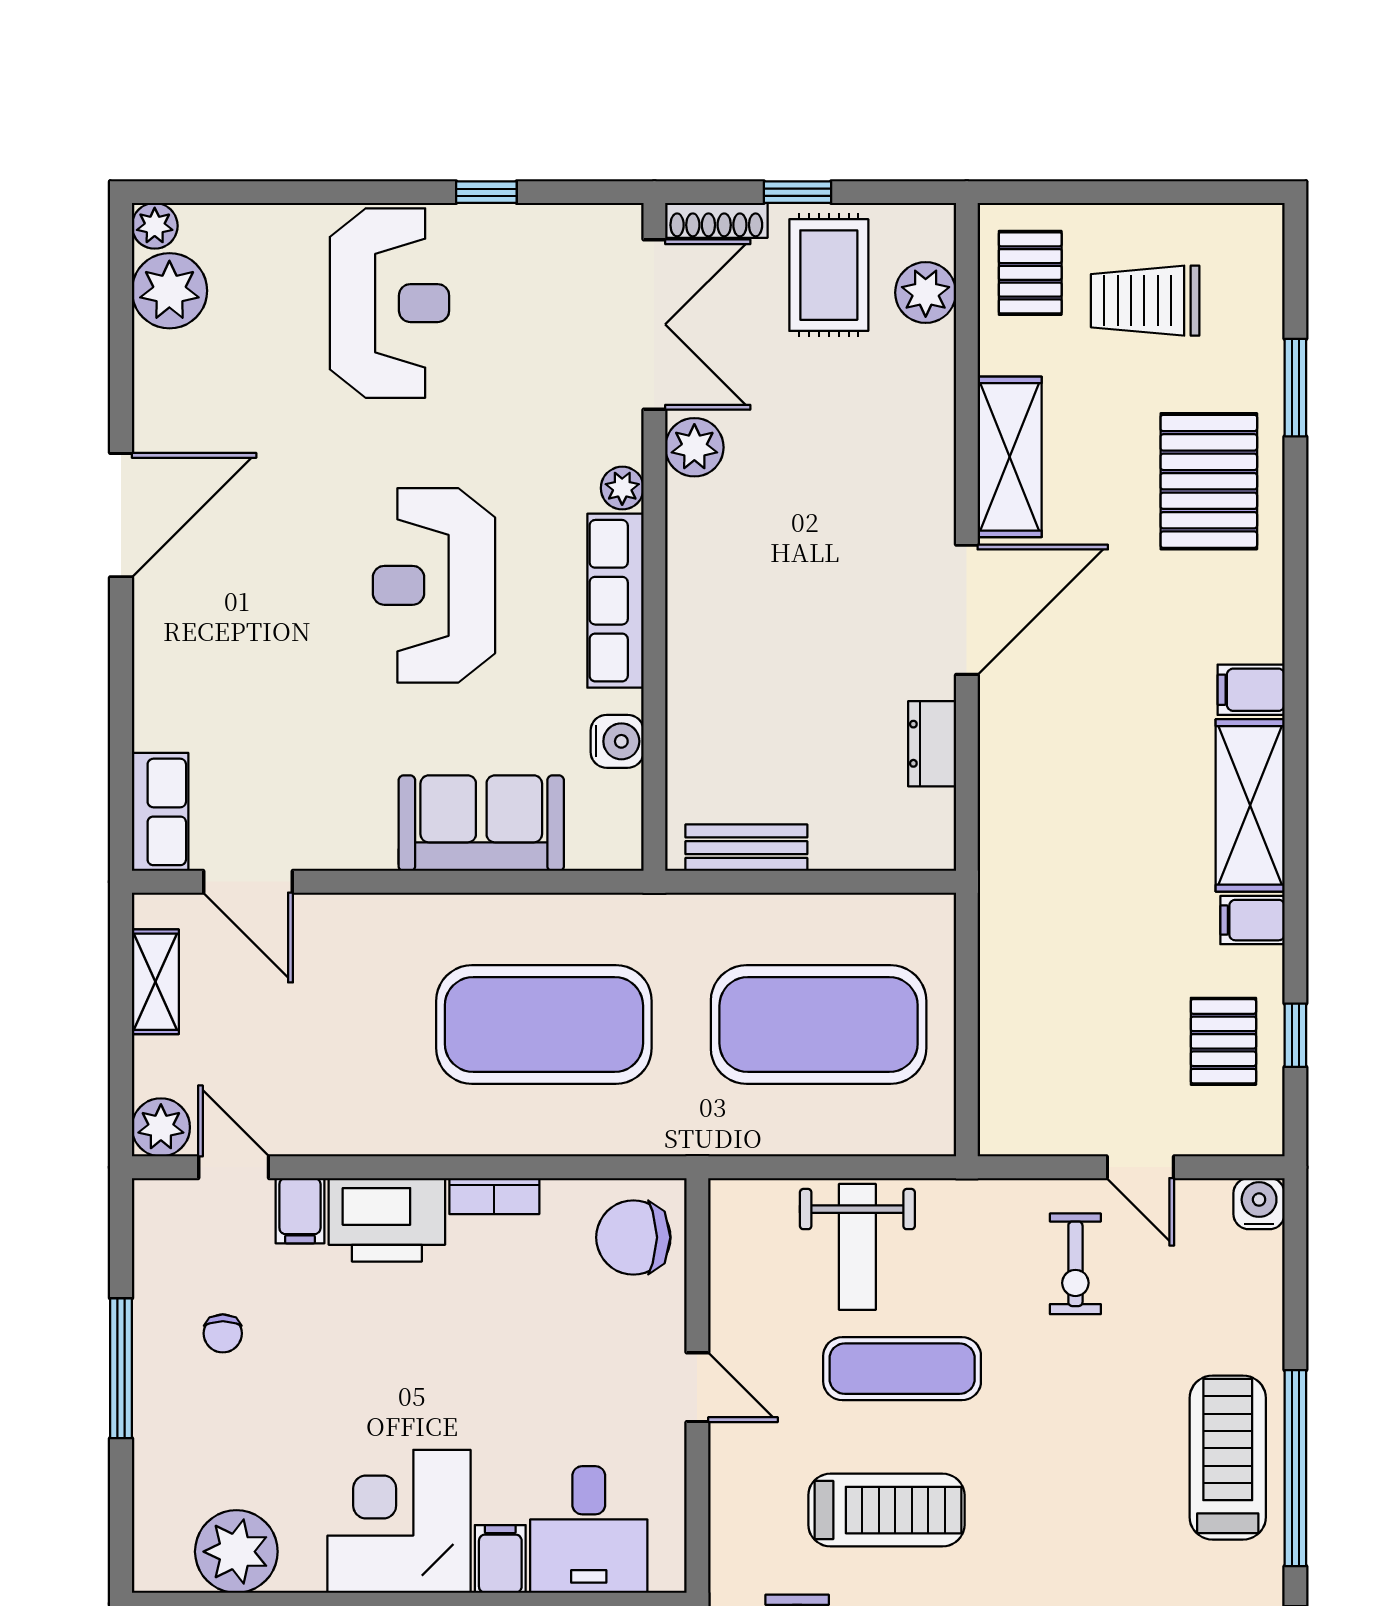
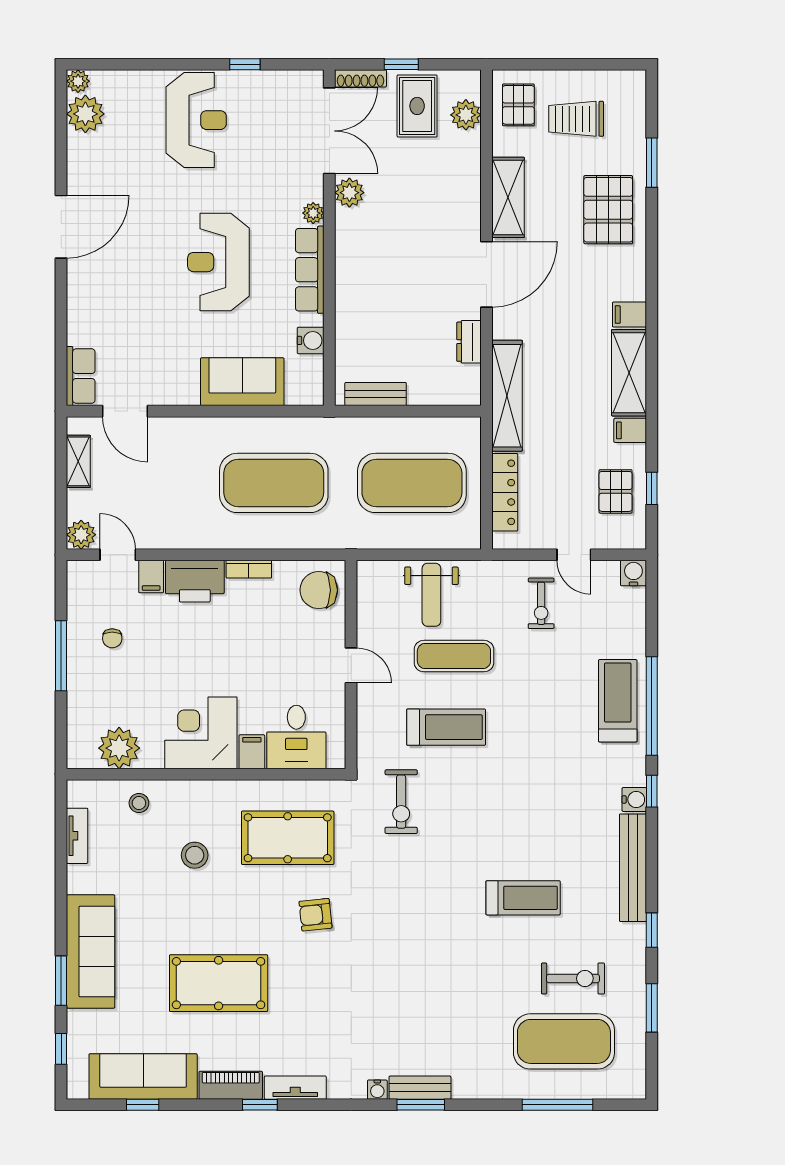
shelving: (1008, 851) -> (507, 396), added
locker: (1003, 1043) -> (505, 492), added

